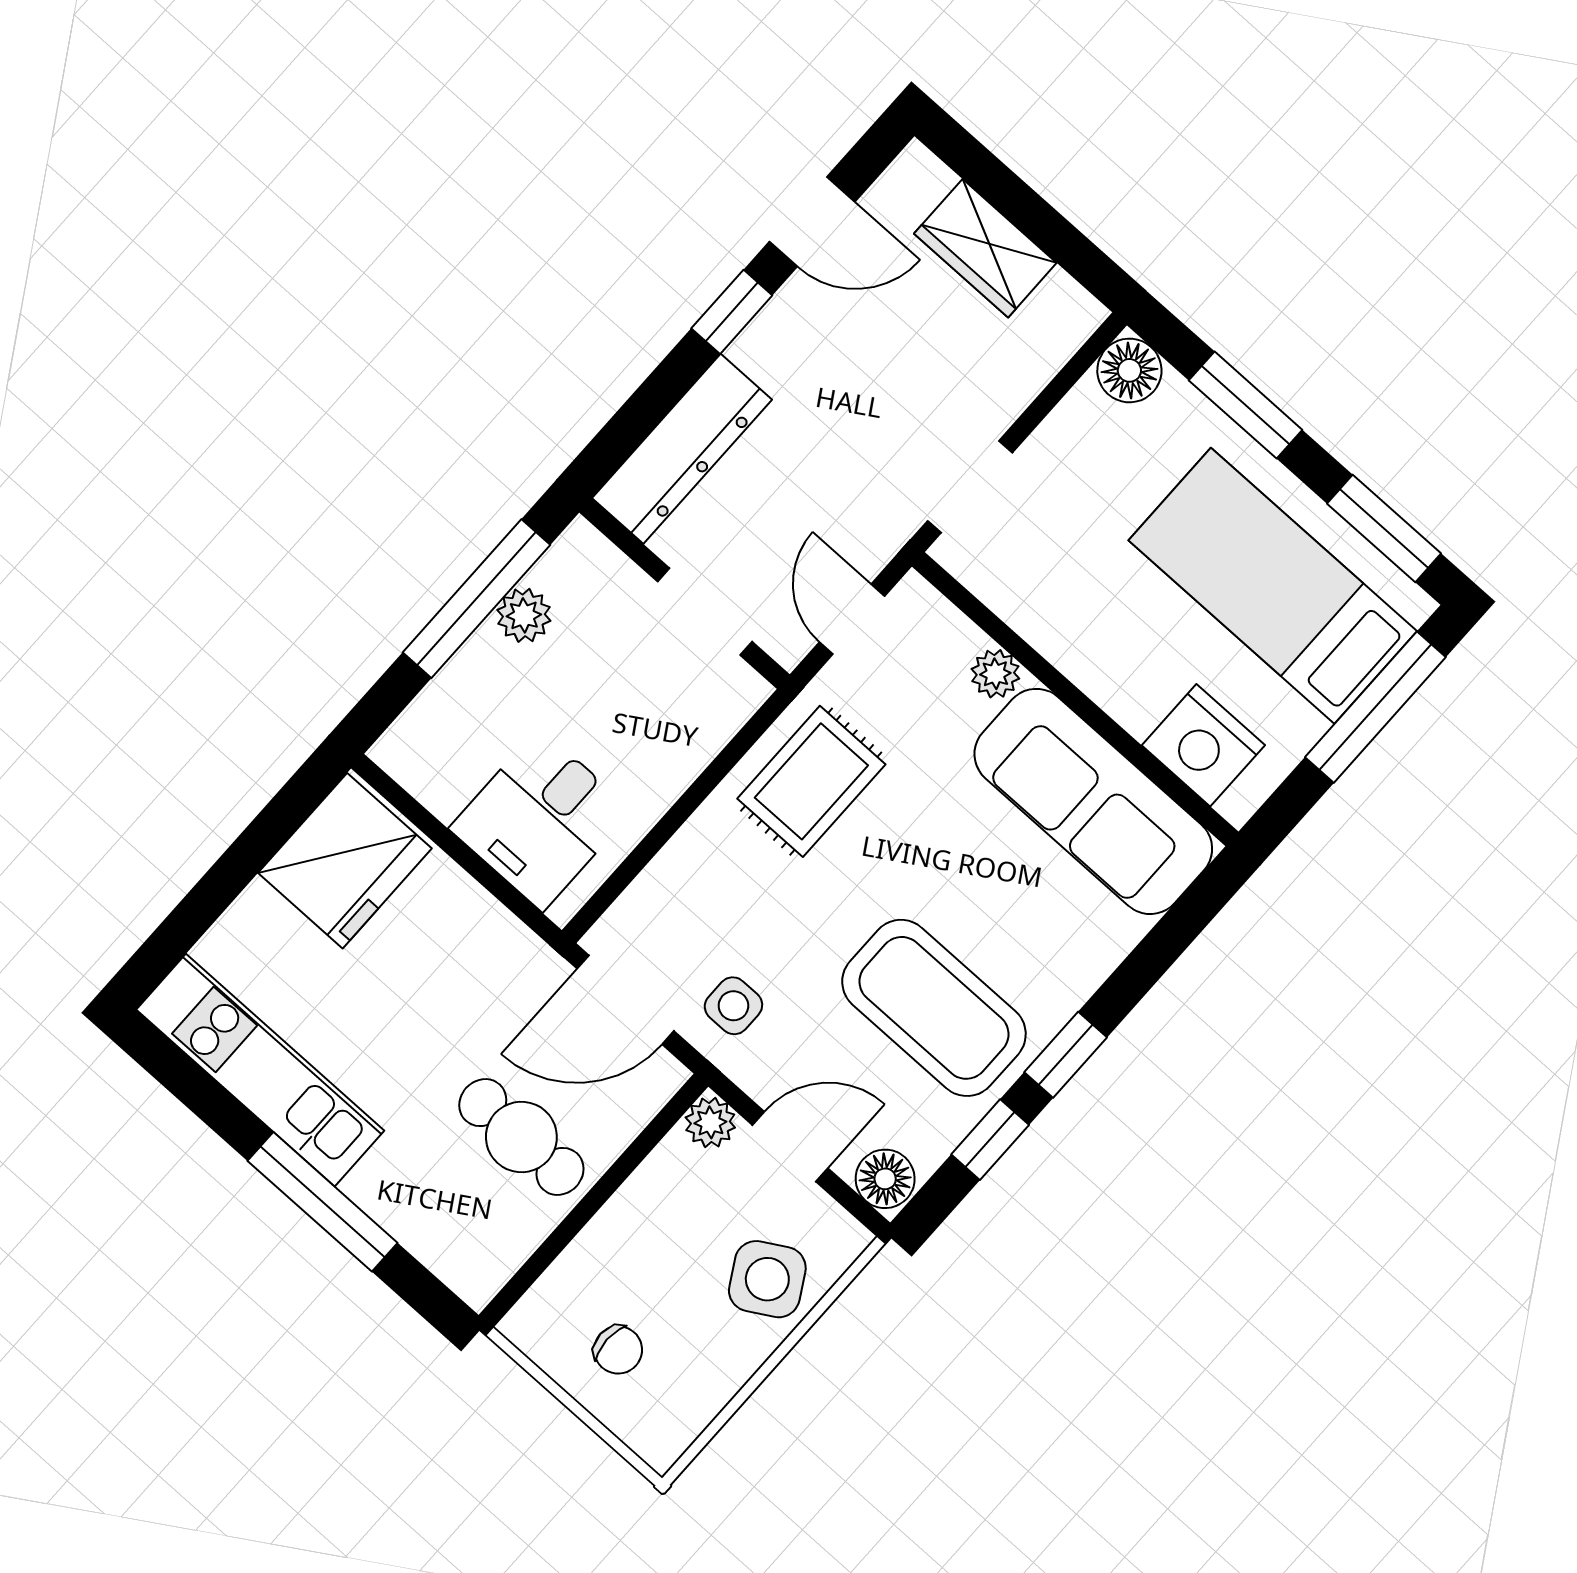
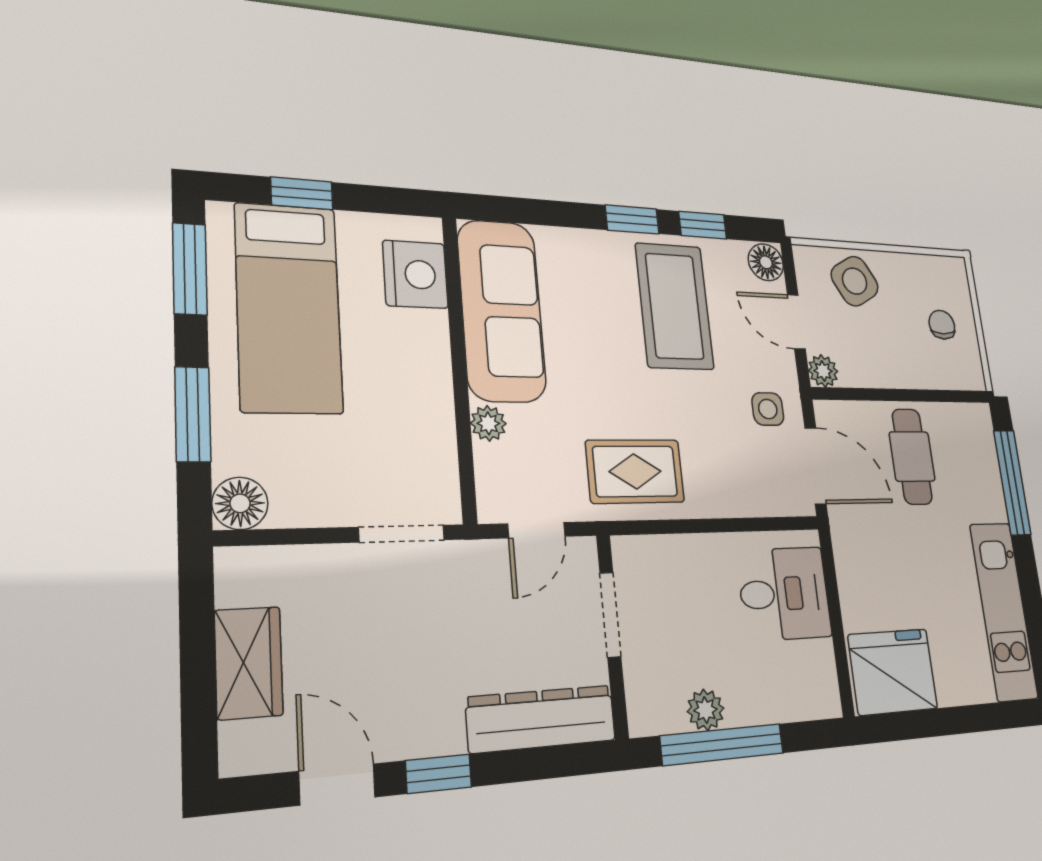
window: (1375, 707) -> (302, 193), width x0.46
window: (323, 1202) -> (1012, 482), moved

